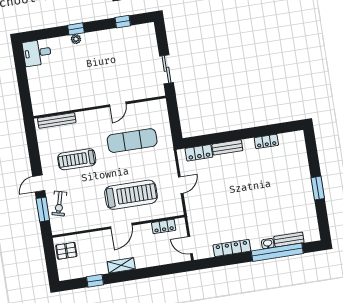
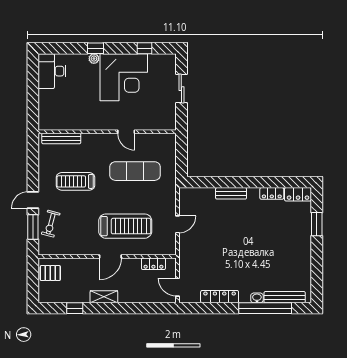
corner desk: (107, 52) -> (124, 77), added
desk: (37, 53) -> (52, 71), width x1.37
sliding door: (166, 69) -> (181, 89), moved
door: (118, 104) -> (126, 132), hinge flipped
locker: (199, 153) -> (298, 194), moved
window: (318, 188) -> (317, 224), moved
bench: (289, 240) -> (285, 297), width x1.36

